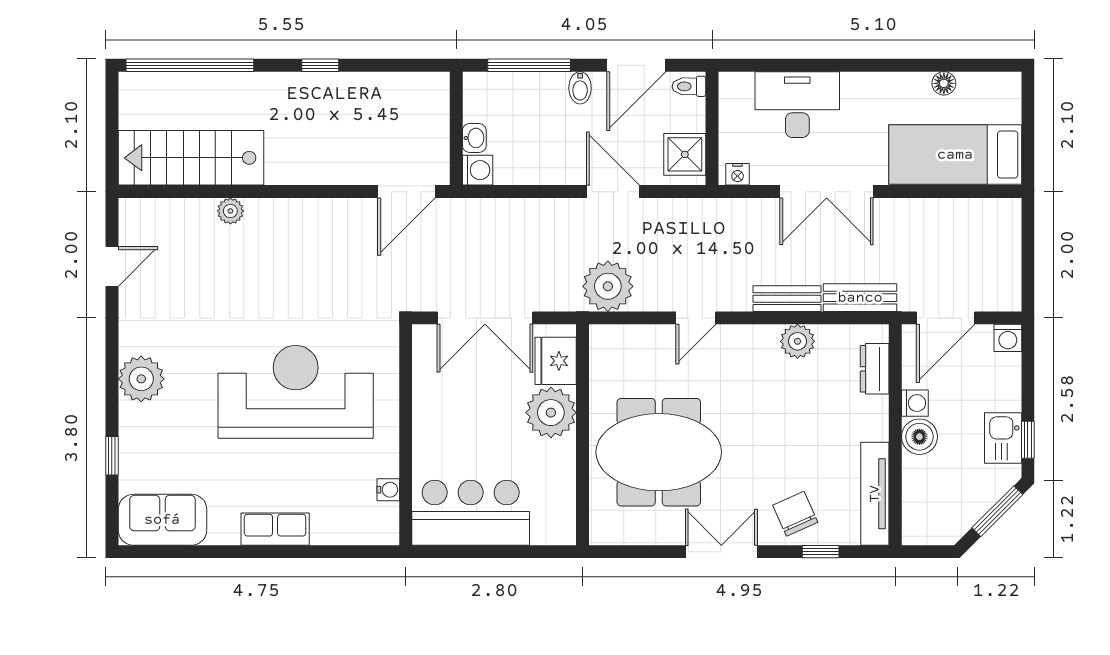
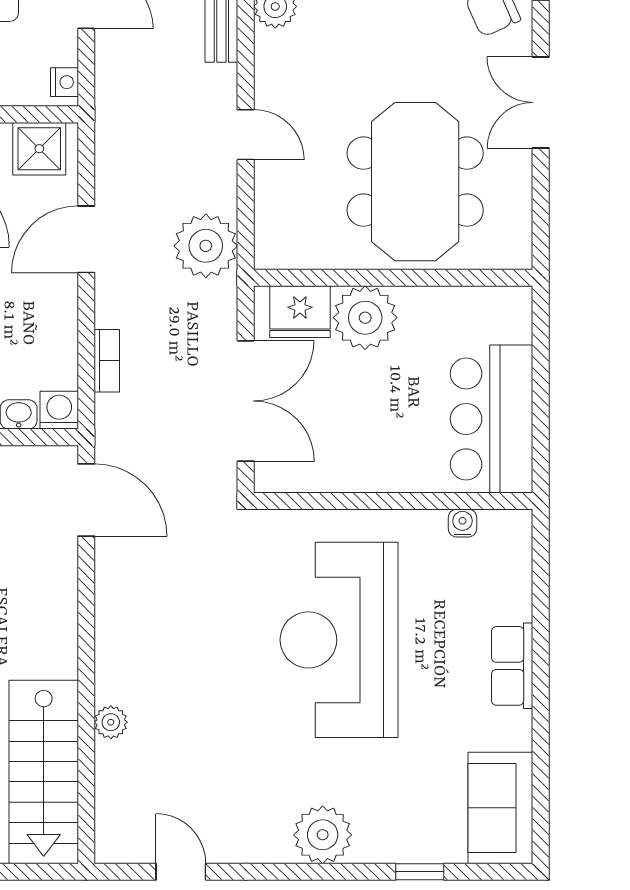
bookcase: (517, 208) -> (107, 361), added

